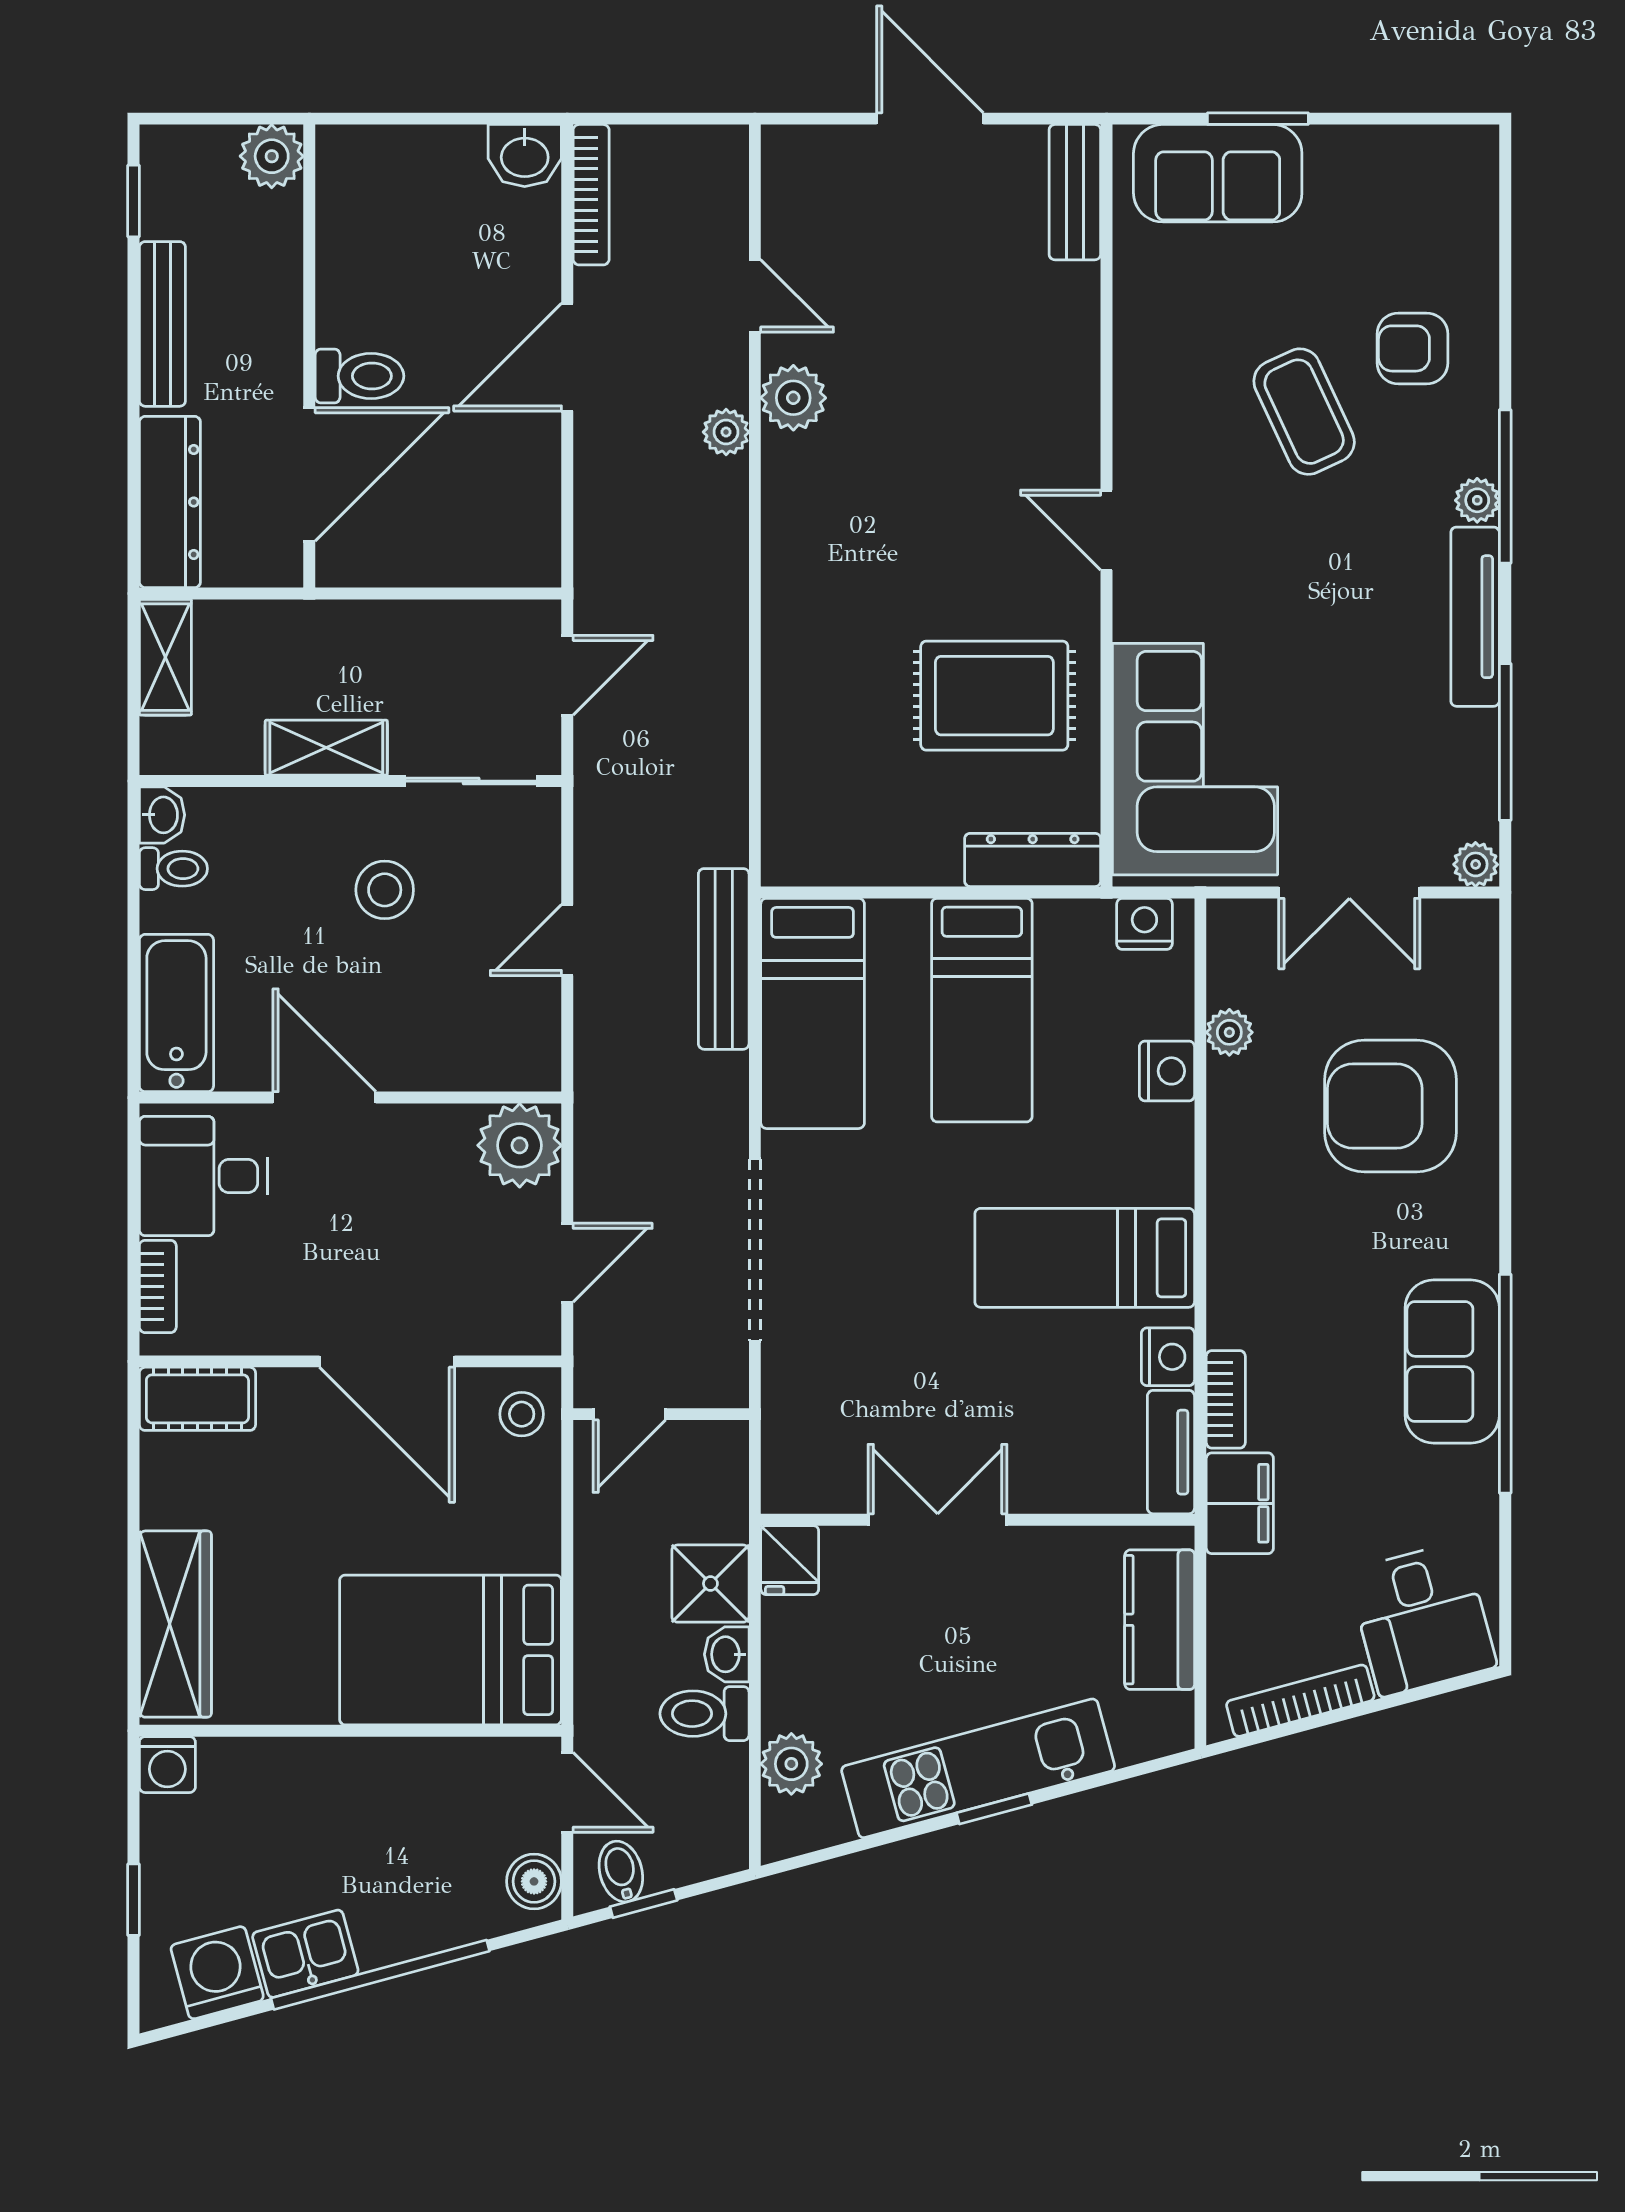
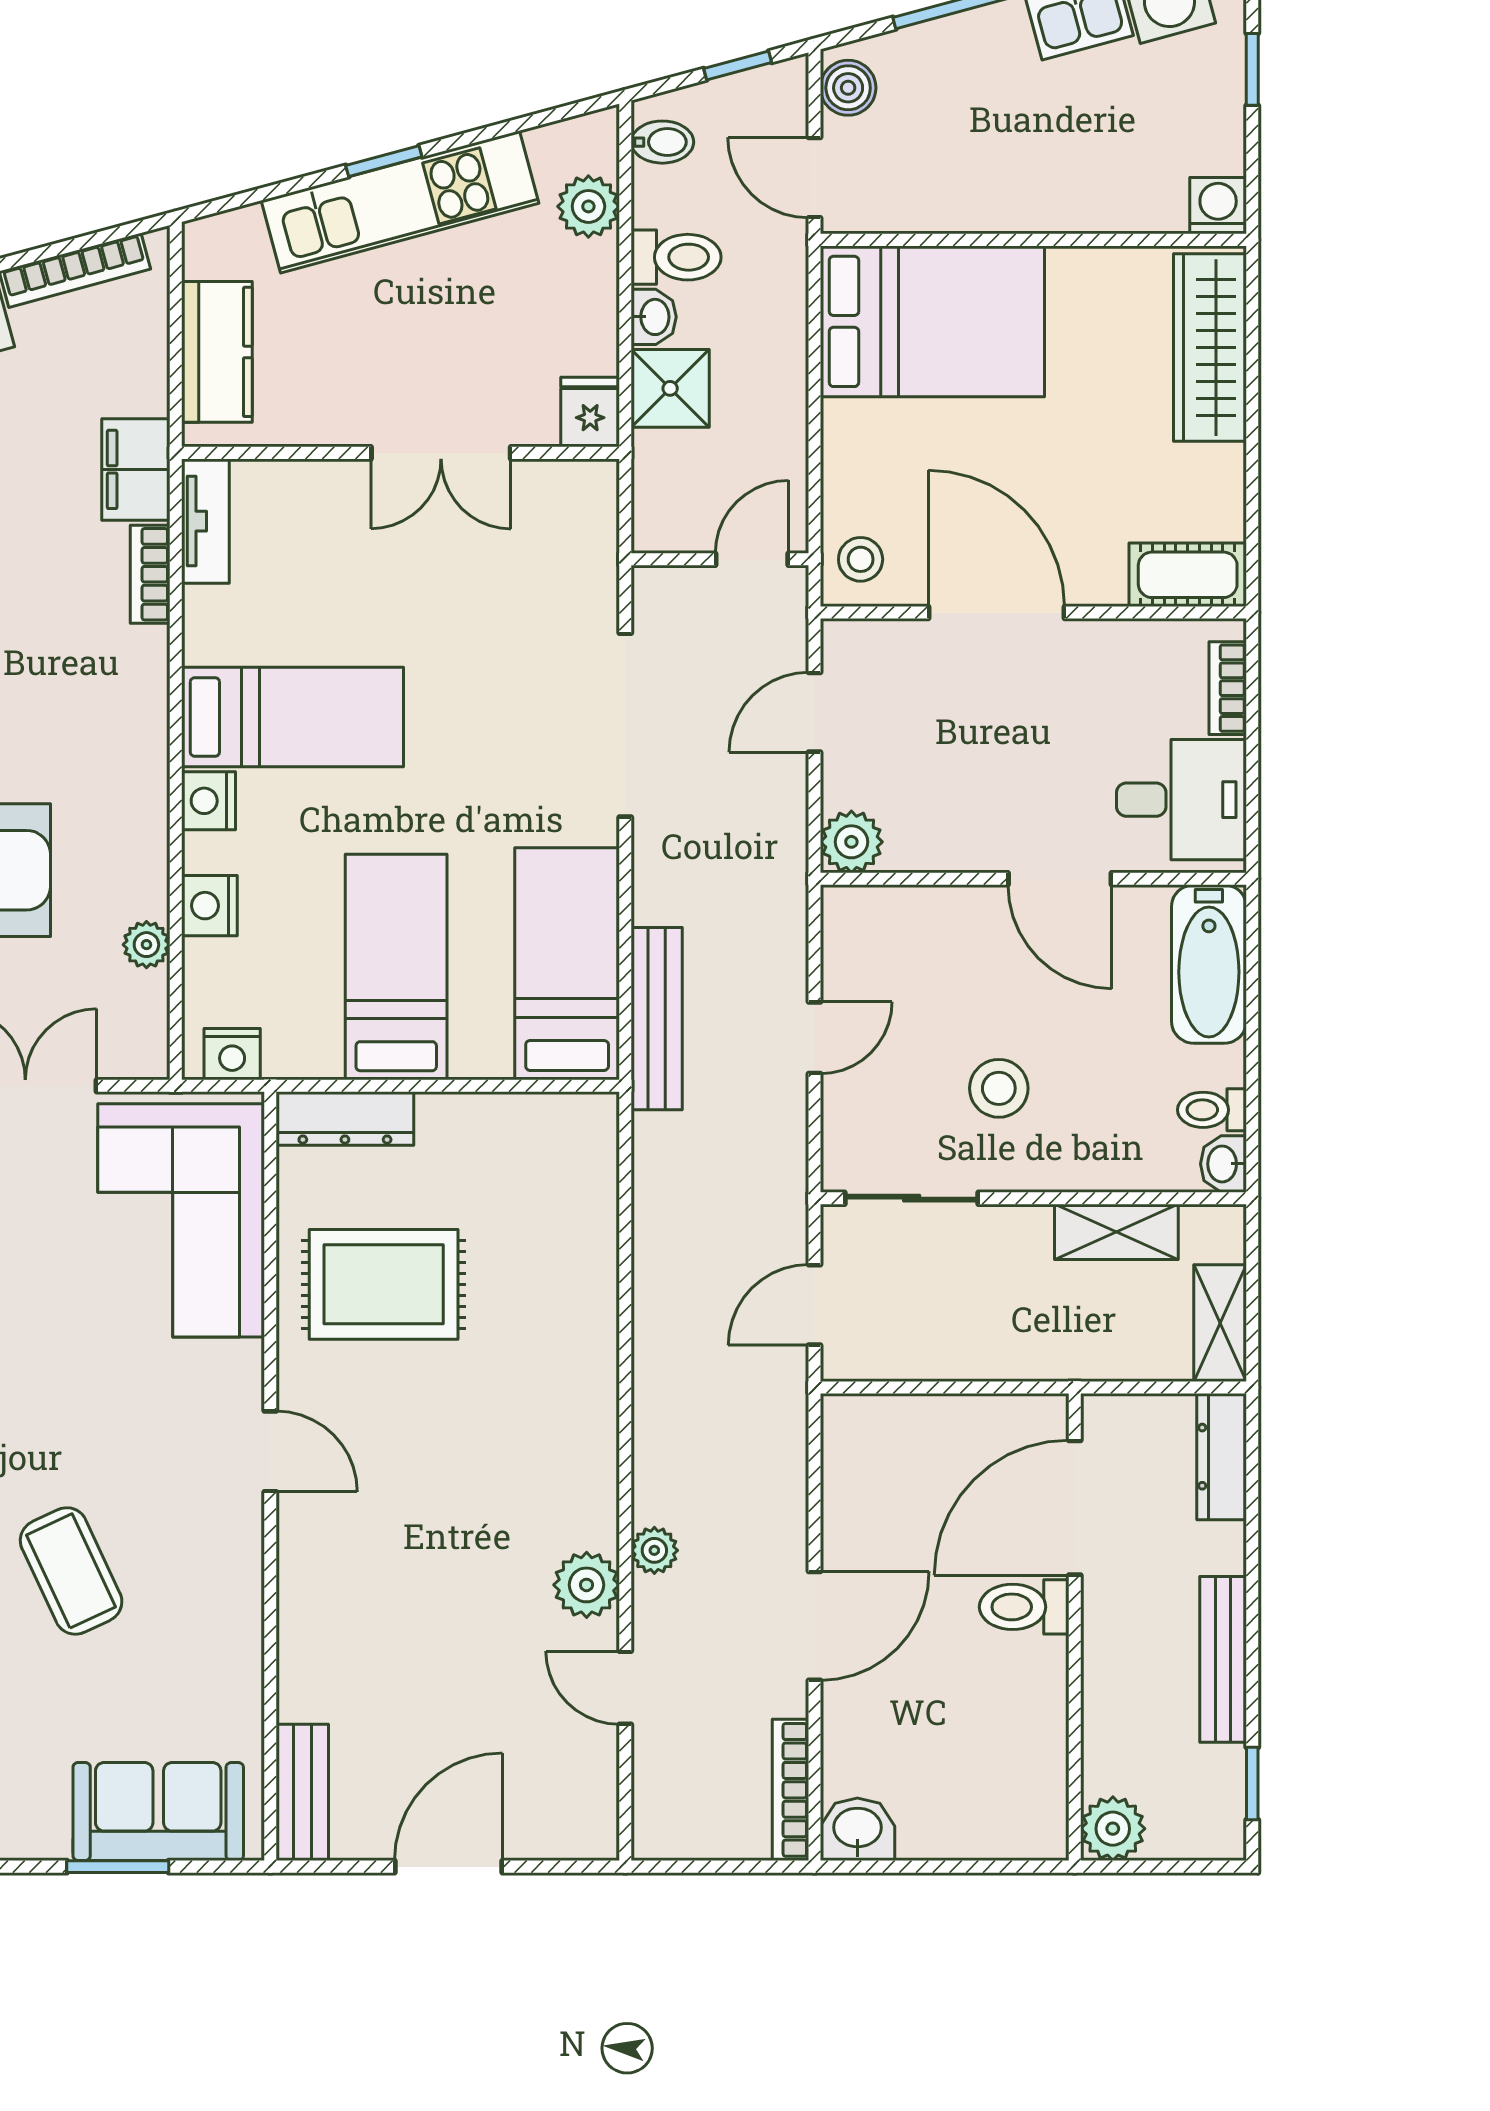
door: (930, 119) -> (448, 1867), swing flipped
dresser: (170, 502) -> (1222, 1457), width x0.73, depth x0.80
shelving: (326, 748) -> (1116, 1232), moved
plant: (520, 1145) -> (851, 842), width x0.73, depth x0.73
nightstand: (1168, 1357) -> (208, 801), moved
bidet: (621, 1872) -> (662, 142), moved, turned -75

